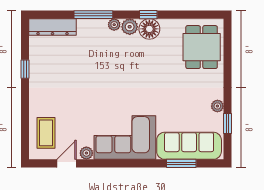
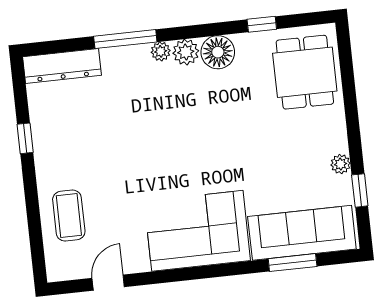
window: (148, 15) -> (262, 24), moved
coffee table: (46, 133) -> (69, 216), moved
plant: (86, 153) -> (138, 262), removed

